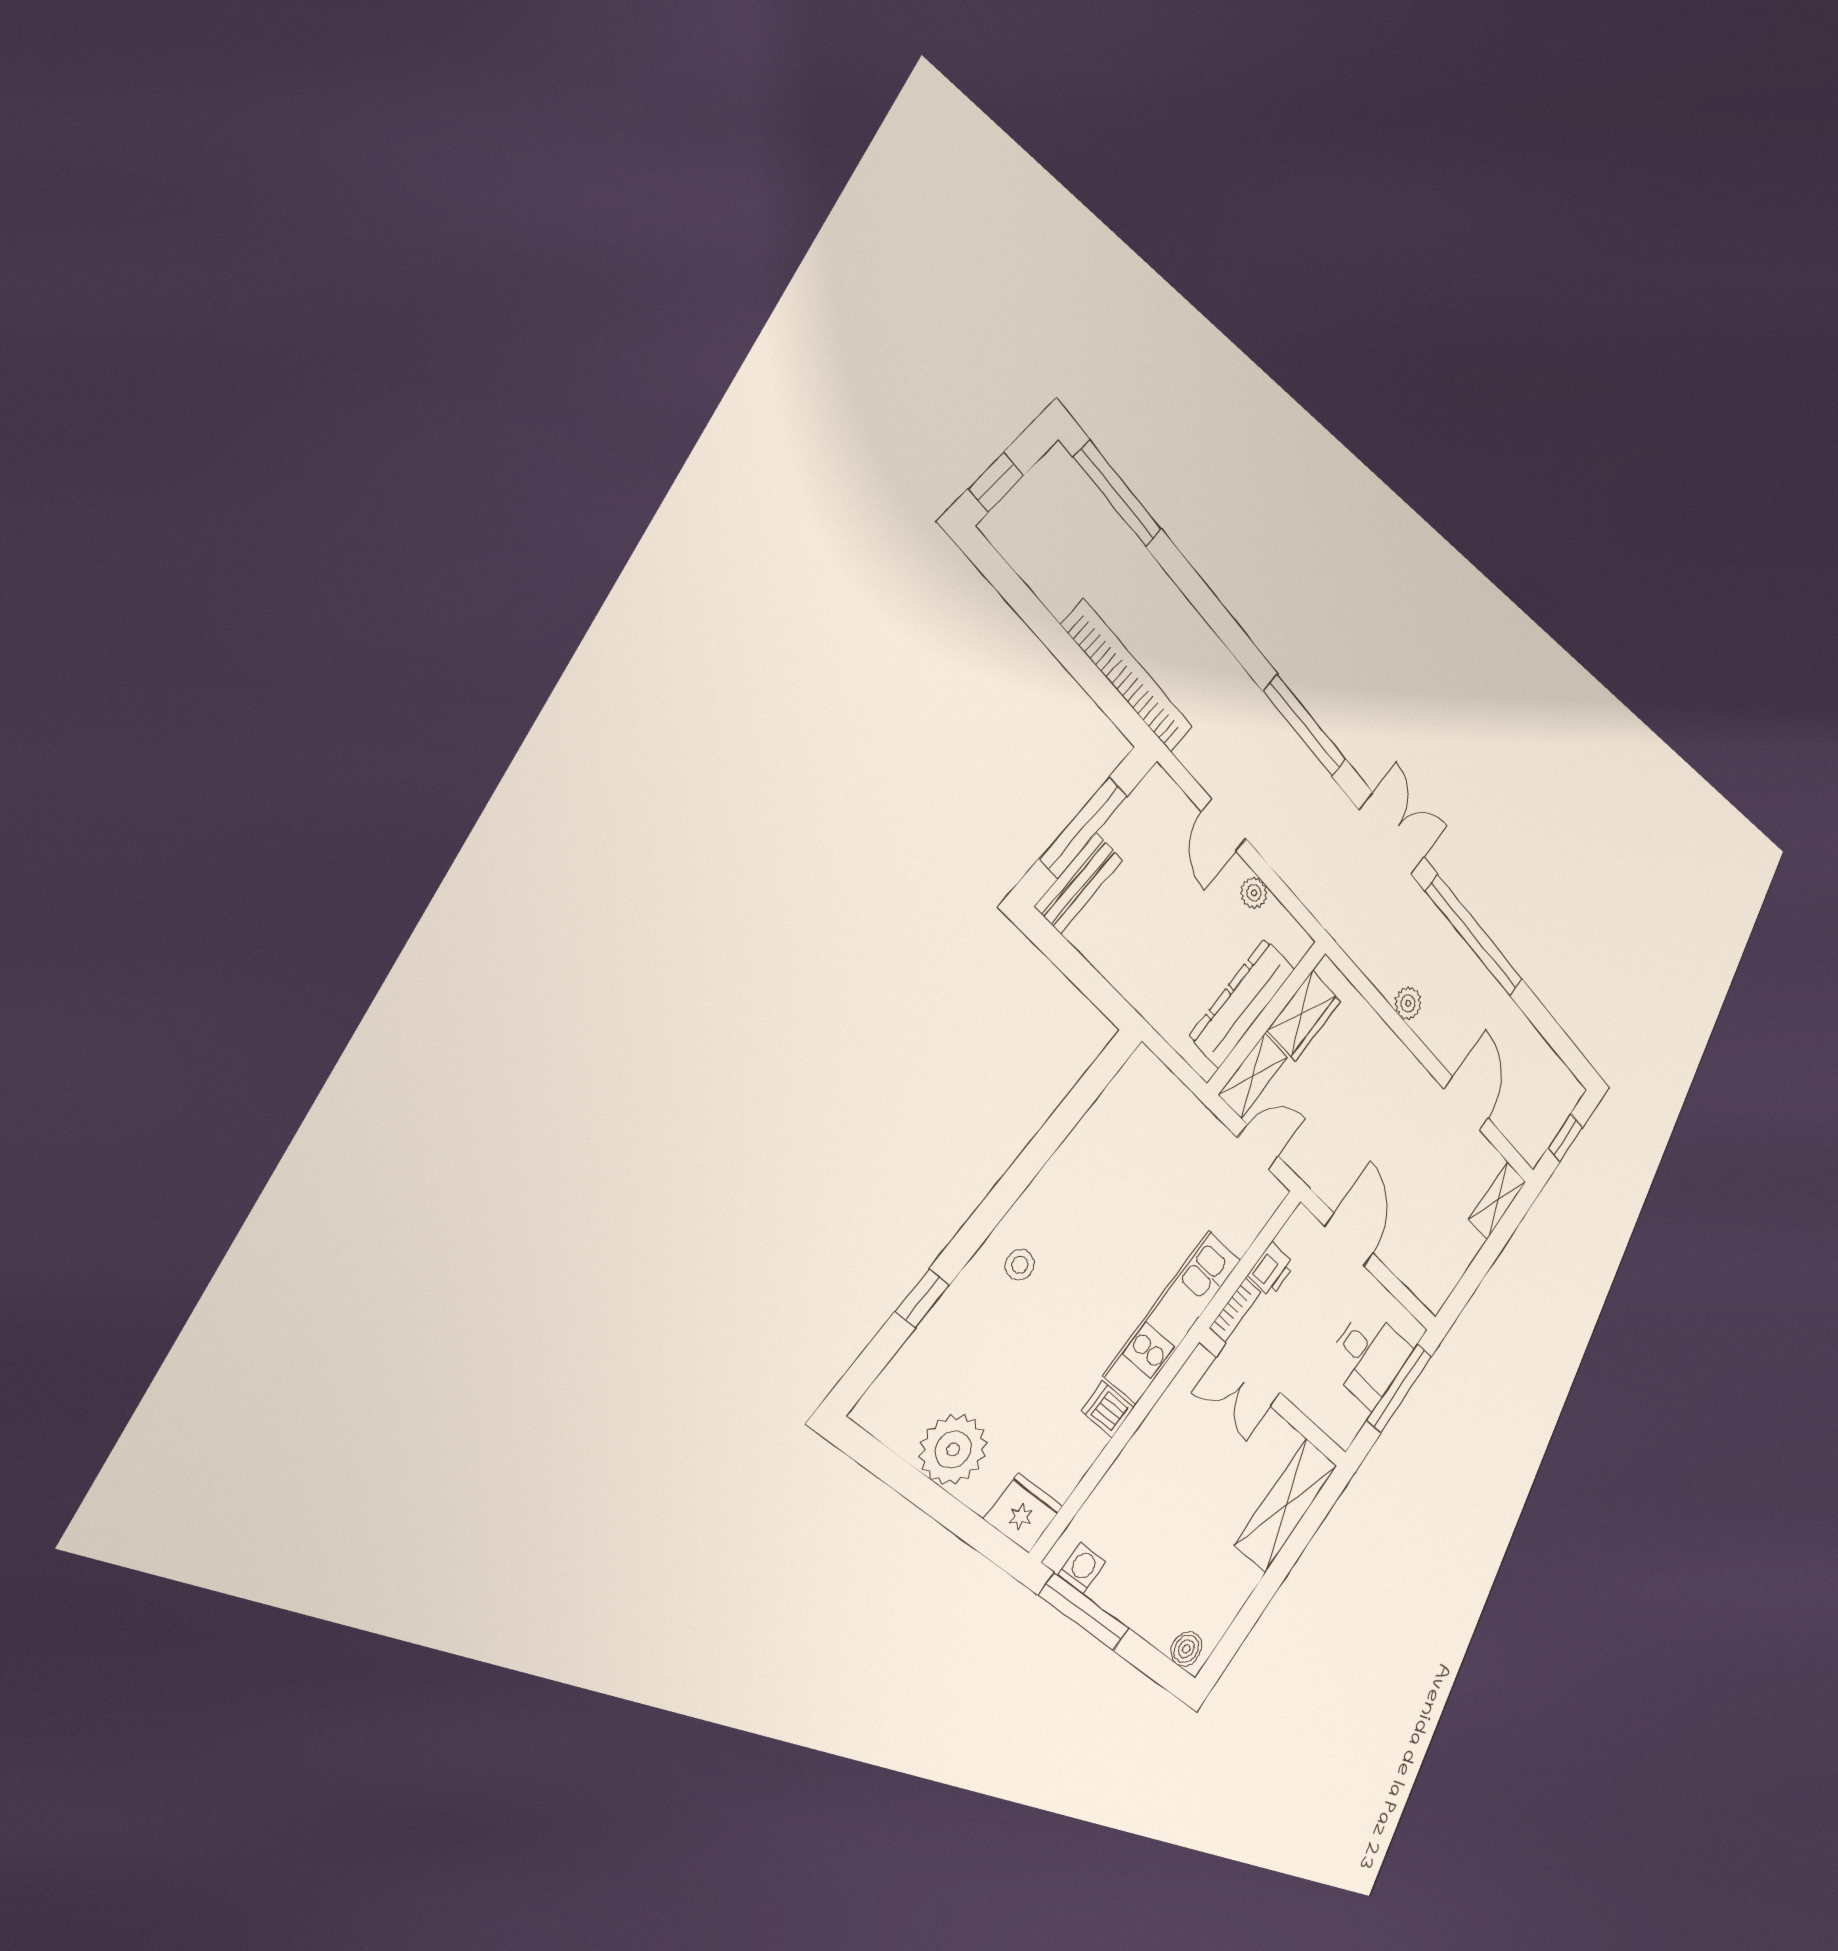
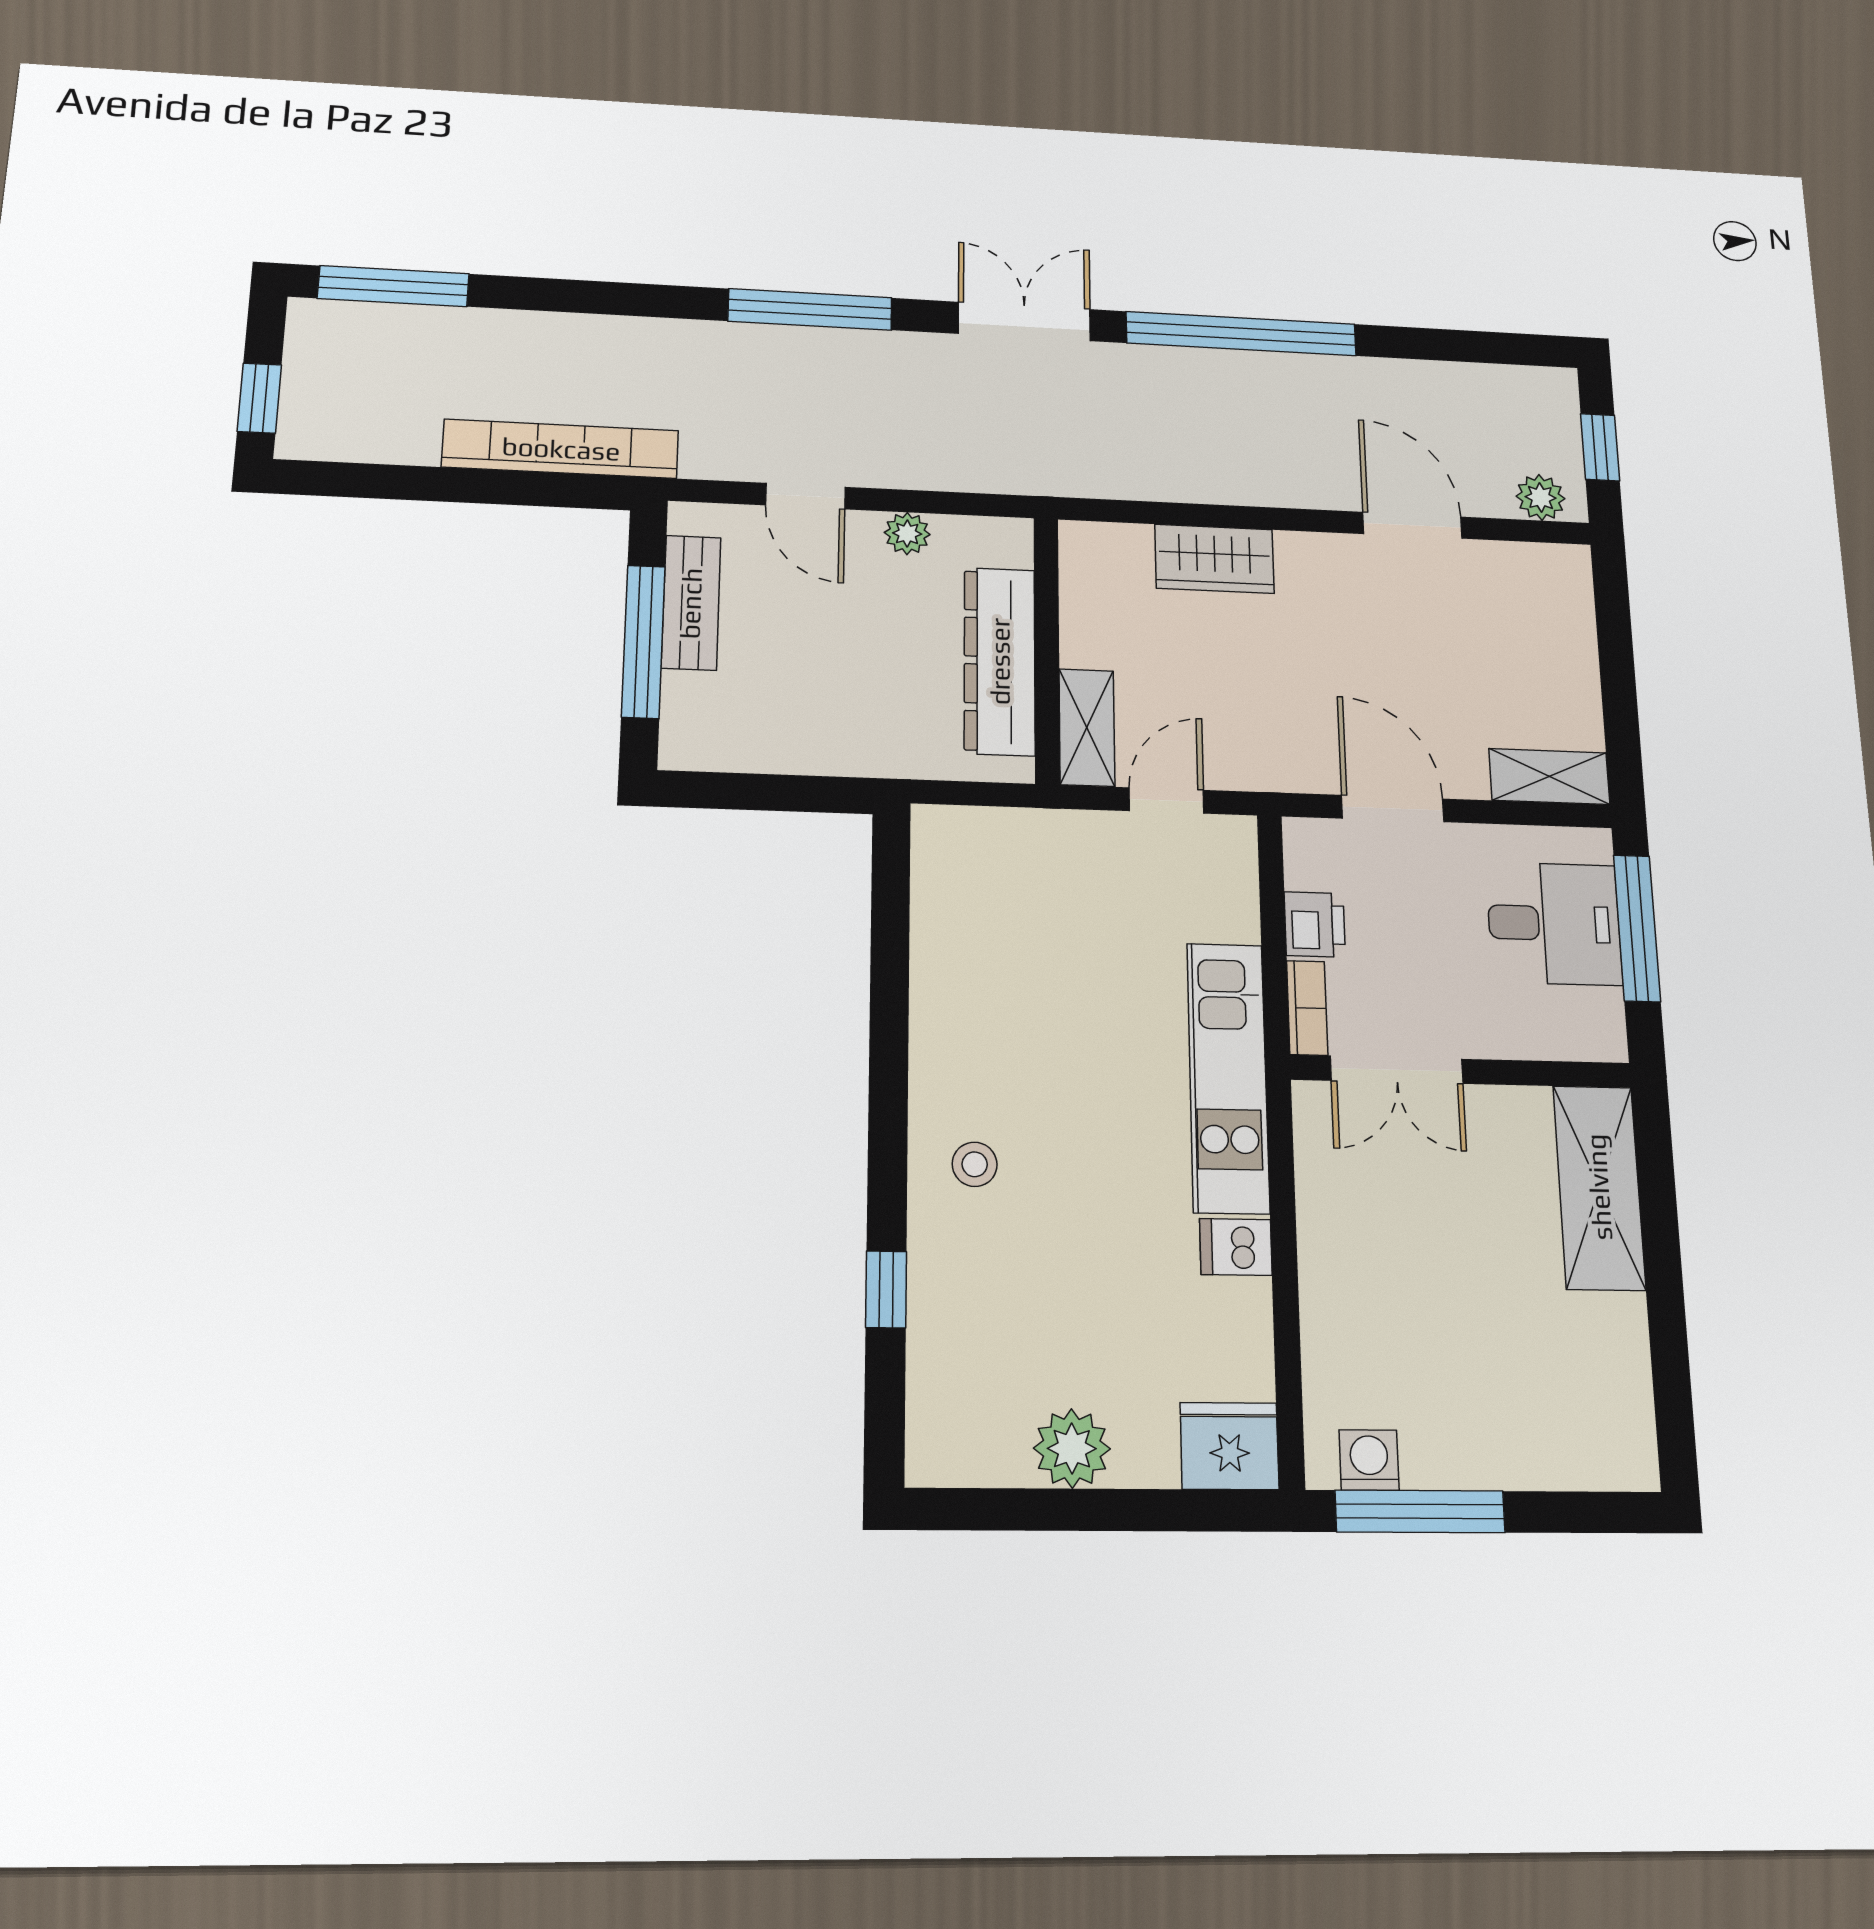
bench: (1079, 883) -> (691, 603), moved
plant: (1408, 1003) -> (1540, 497), moved
wardrobe: (1304, 1016) -> (1214, 559), moved, turned 90
shelving: (1498, 1200) -> (1549, 777), moved, turned 90
plant: (953, 1450) -> (1072, 1449), width x0.73, depth x0.73
boiler: (1186, 1649) -> (1613, 1463), removed

